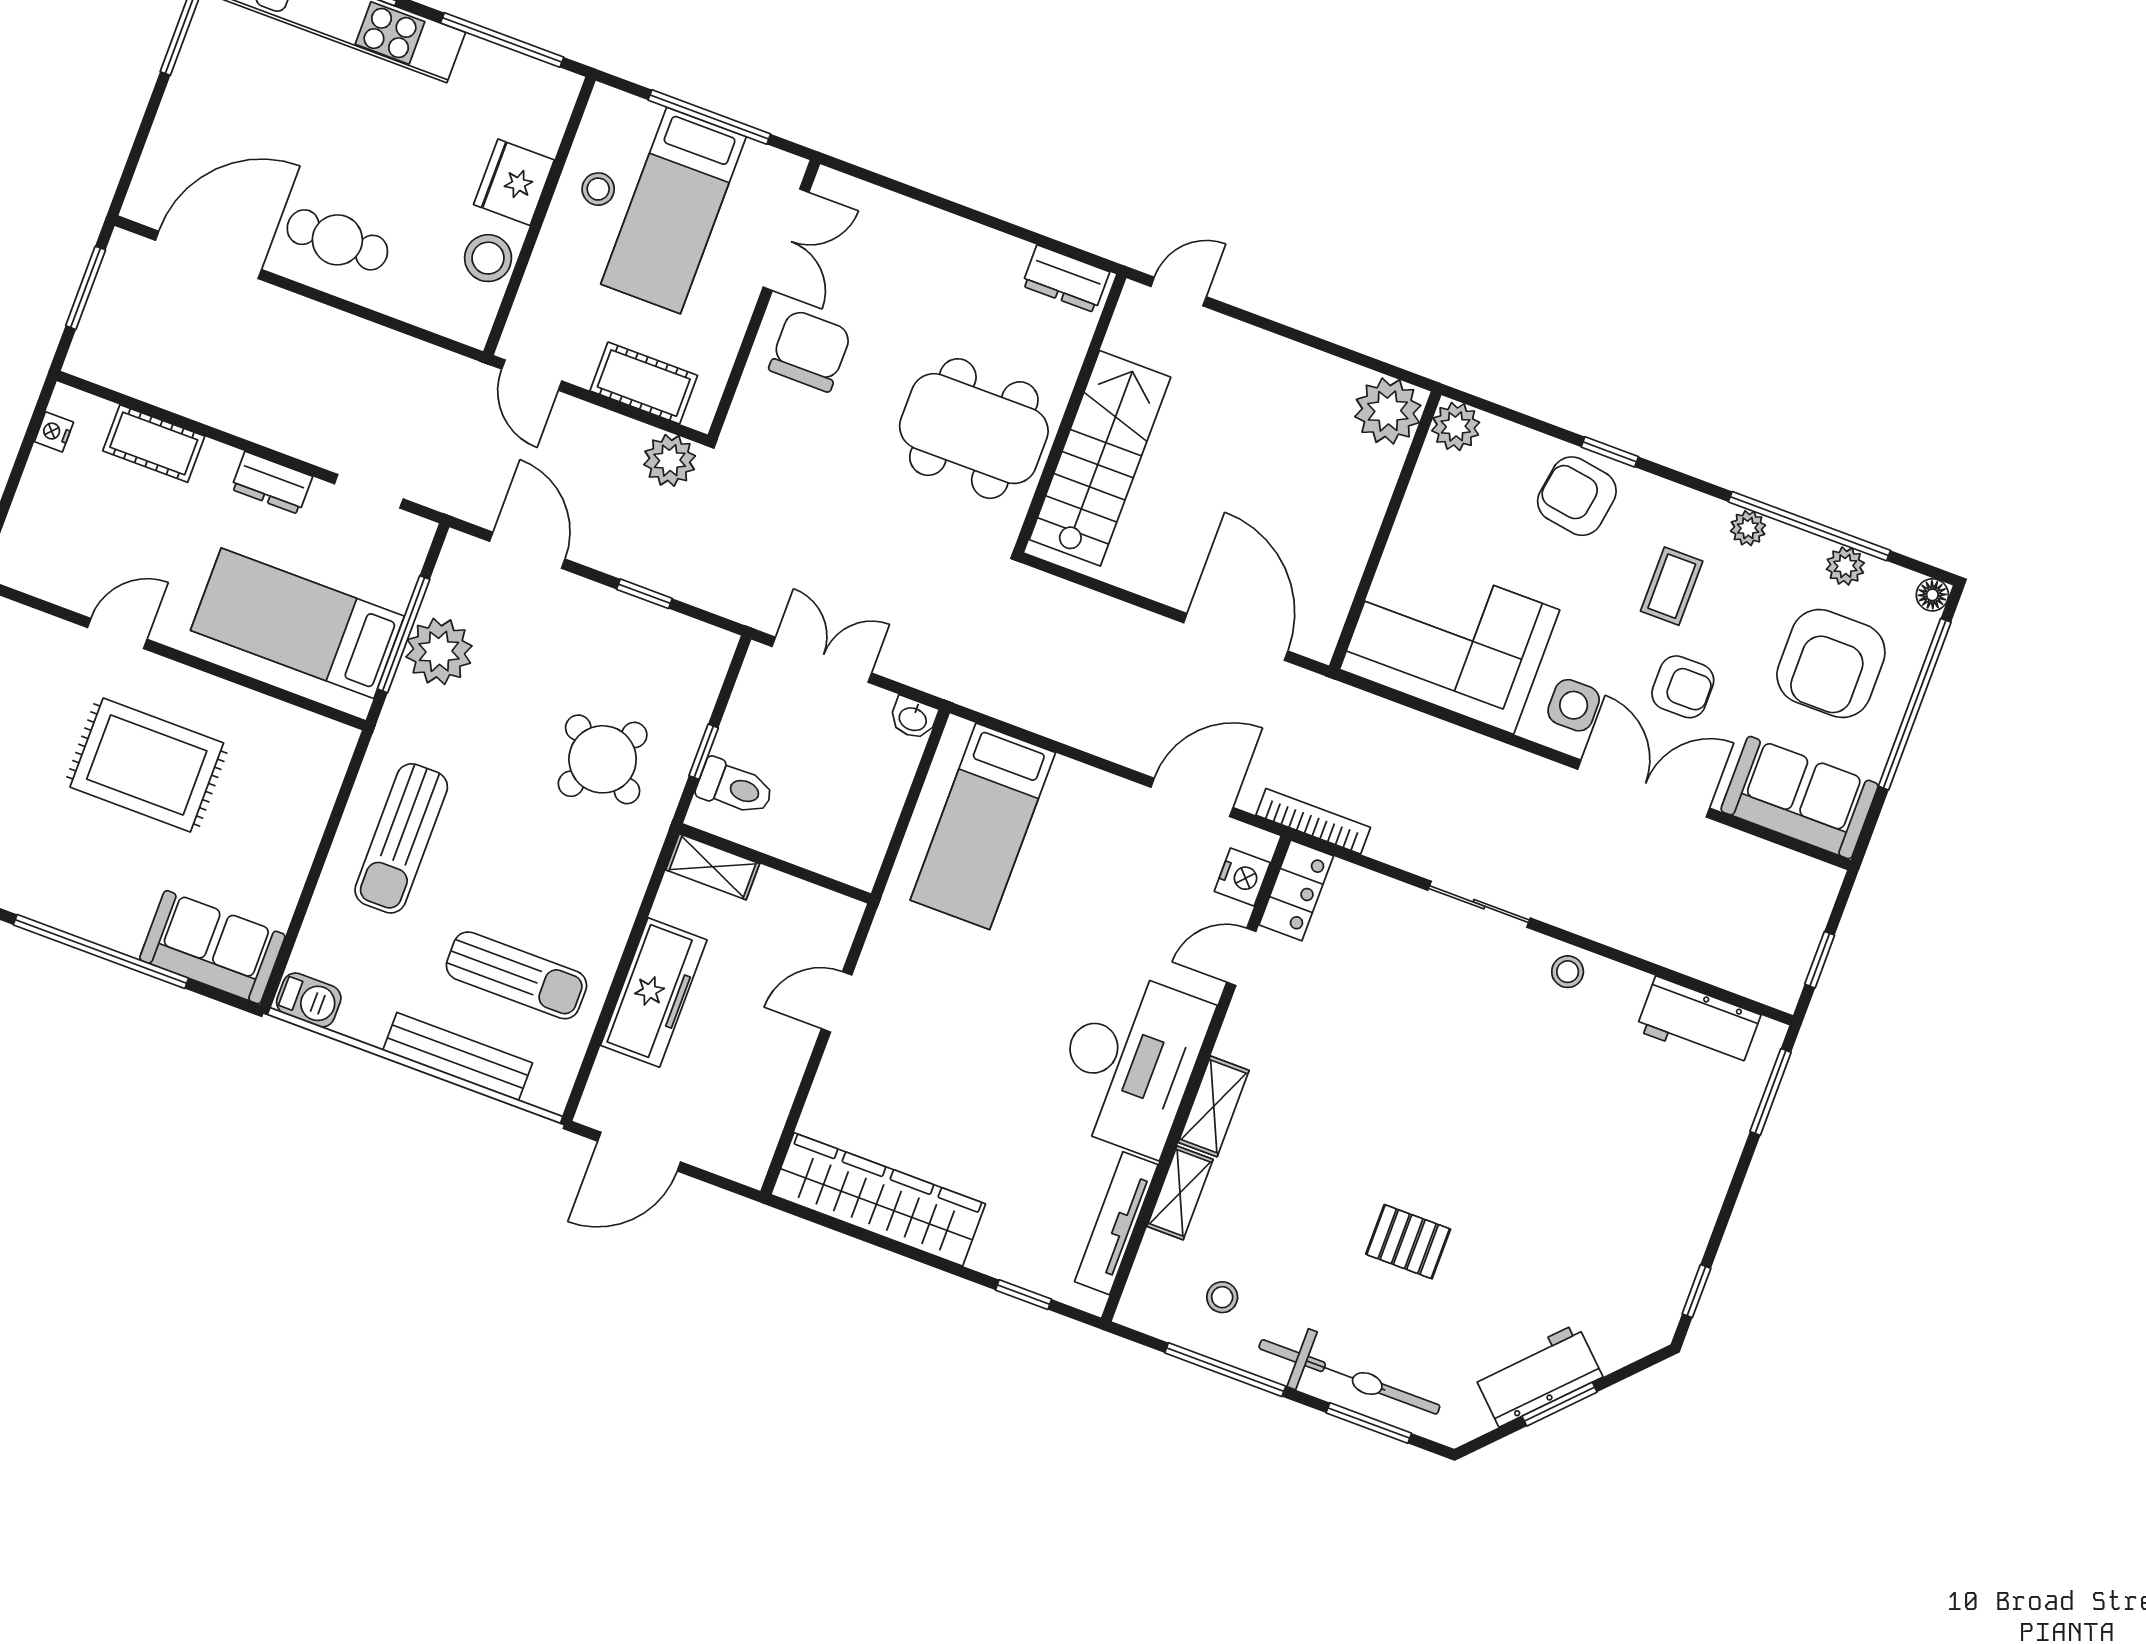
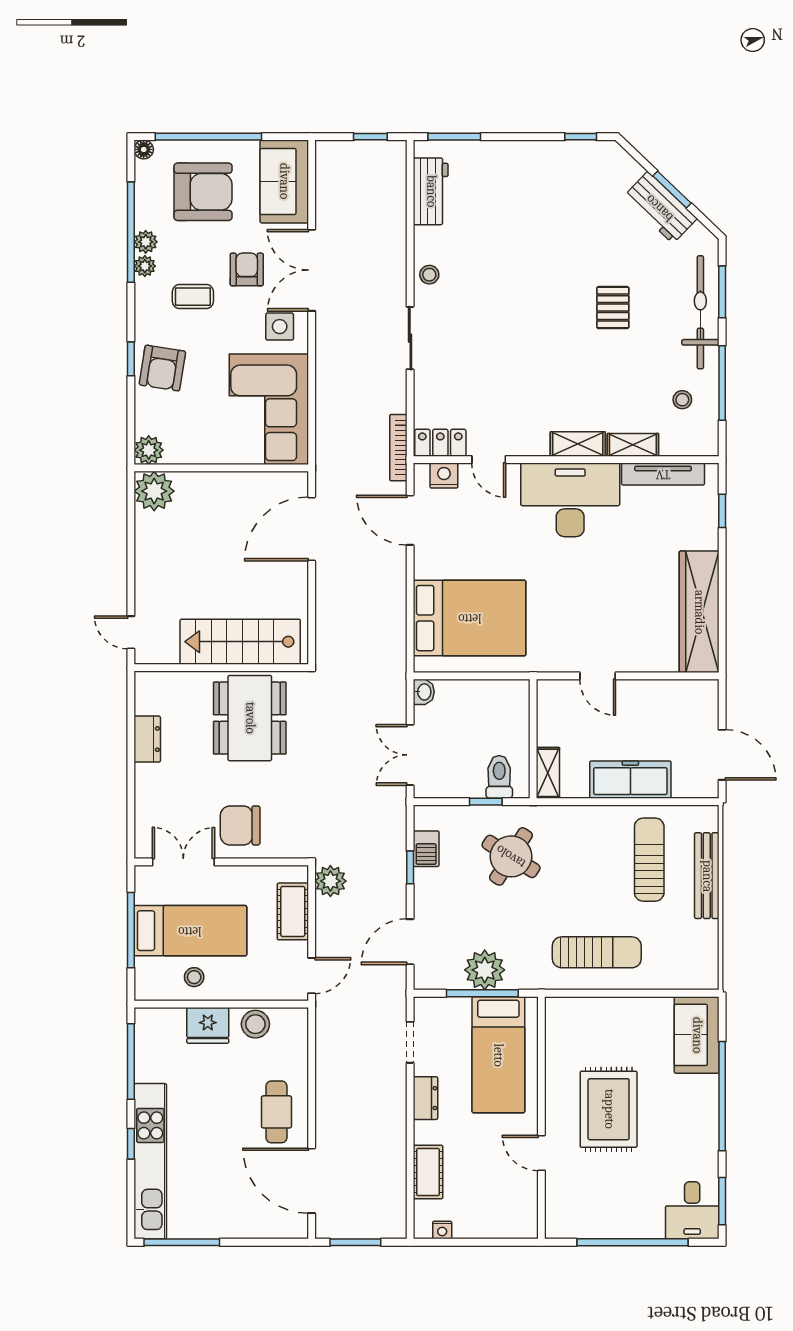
dresser: (1066, 279) -> (147, 739), moved
plant: (1845, 566) -> (146, 242), moved
bed: (983, 826) -> (470, 618), width x1.50
barbecue: (309, 1000) -> (426, 849), moved, turned 180

